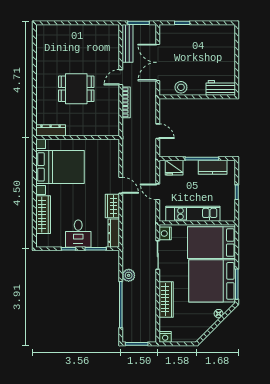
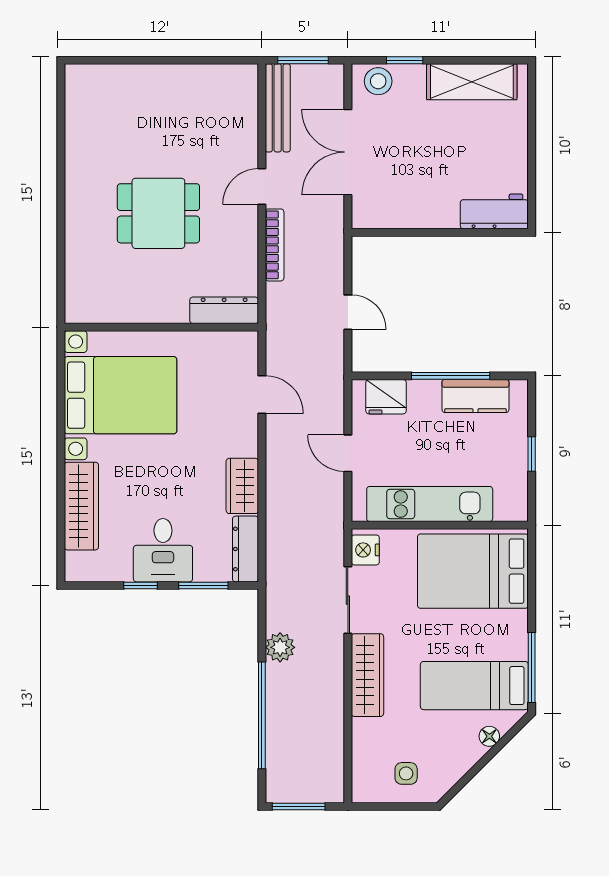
shelving: (211, 32) -> (472, 82), added
stool: (181, 87) -> (378, 81), moved
dresser: (51, 130) -> (224, 310), moved
door: (121, 185) -> (262, 394), moved
bed: (212, 281) -> (474, 686), width x0.49
wardrobe: (166, 299) -> (367, 675), moved
side table: (183, 330) -> (406, 773), added
nightstand: (165, 337) -> (365, 790), removed

